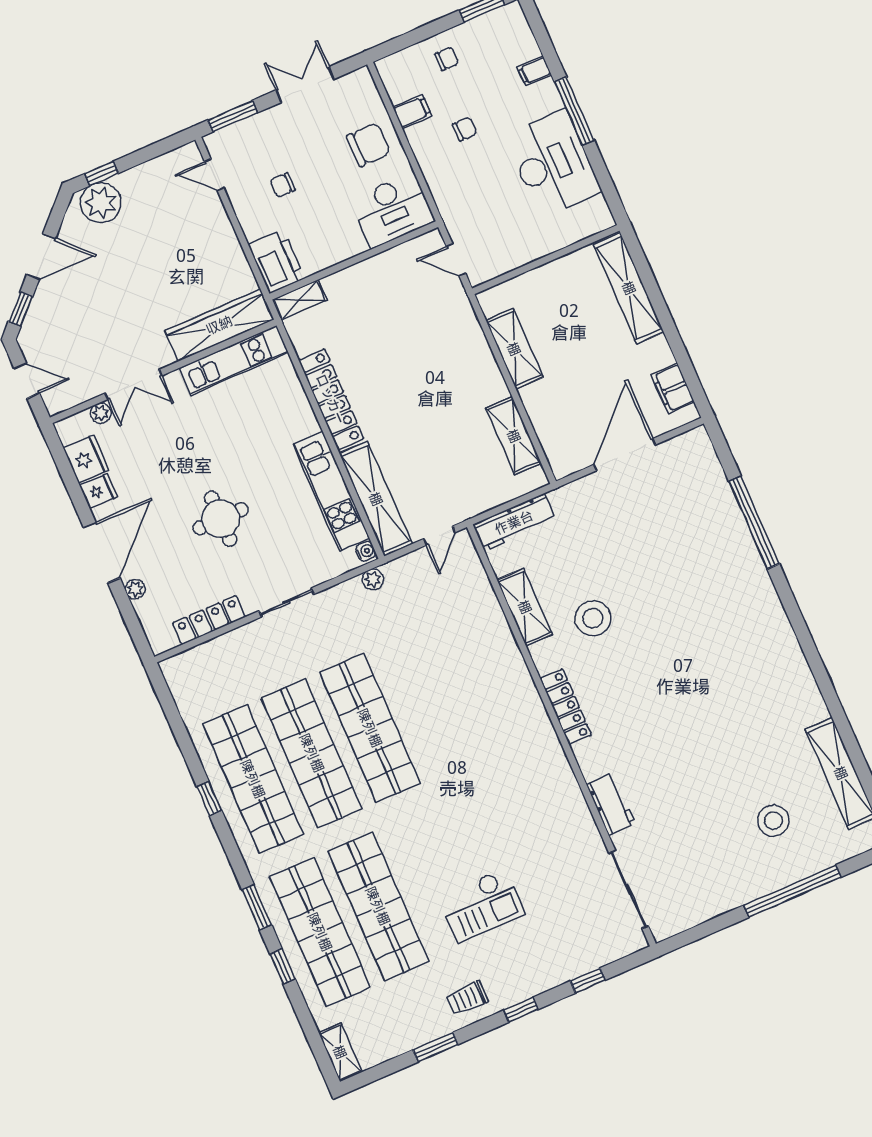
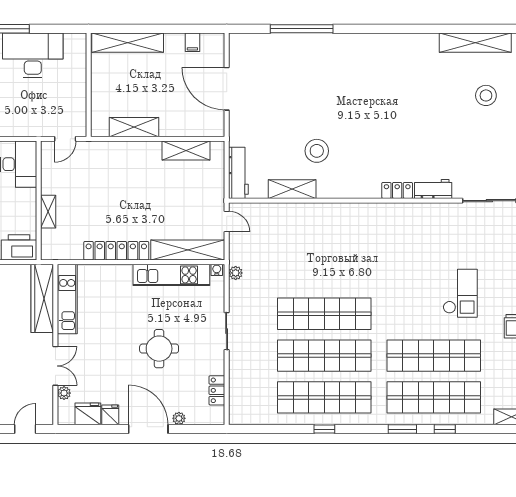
shelving: (299, 300) -> (48, 212), moved
filing cabinet: (673, 388) -> (192, 42), width x0.50
locker: (209, 620) -> (217, 390), width x0.66
locker: (566, 707) -> (397, 190), moved, width x0.66

